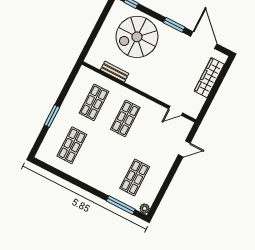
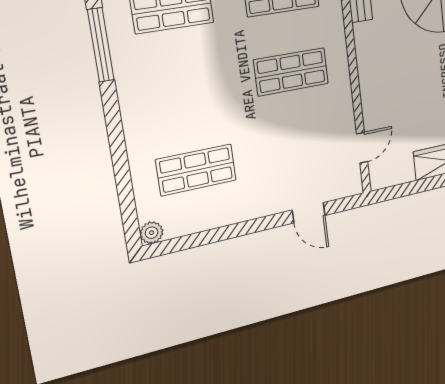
door: (176, 111) -> (362, 148), swing flipped
window: (121, 205) -> (101, 45), moved

